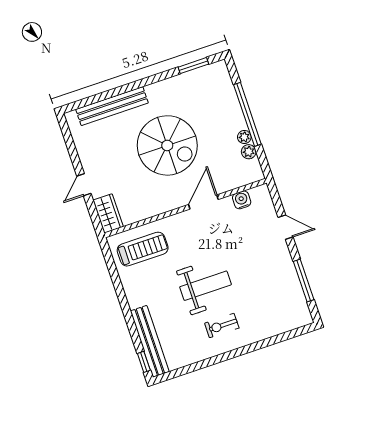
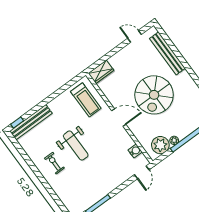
plant: (249, 152) -> (160, 145), width x1.87, depth x1.87
door: (84, 185) -> (134, 36), moved
door: (203, 202) -> (119, 118), moved
door: (286, 227) -> (142, 172), moved

